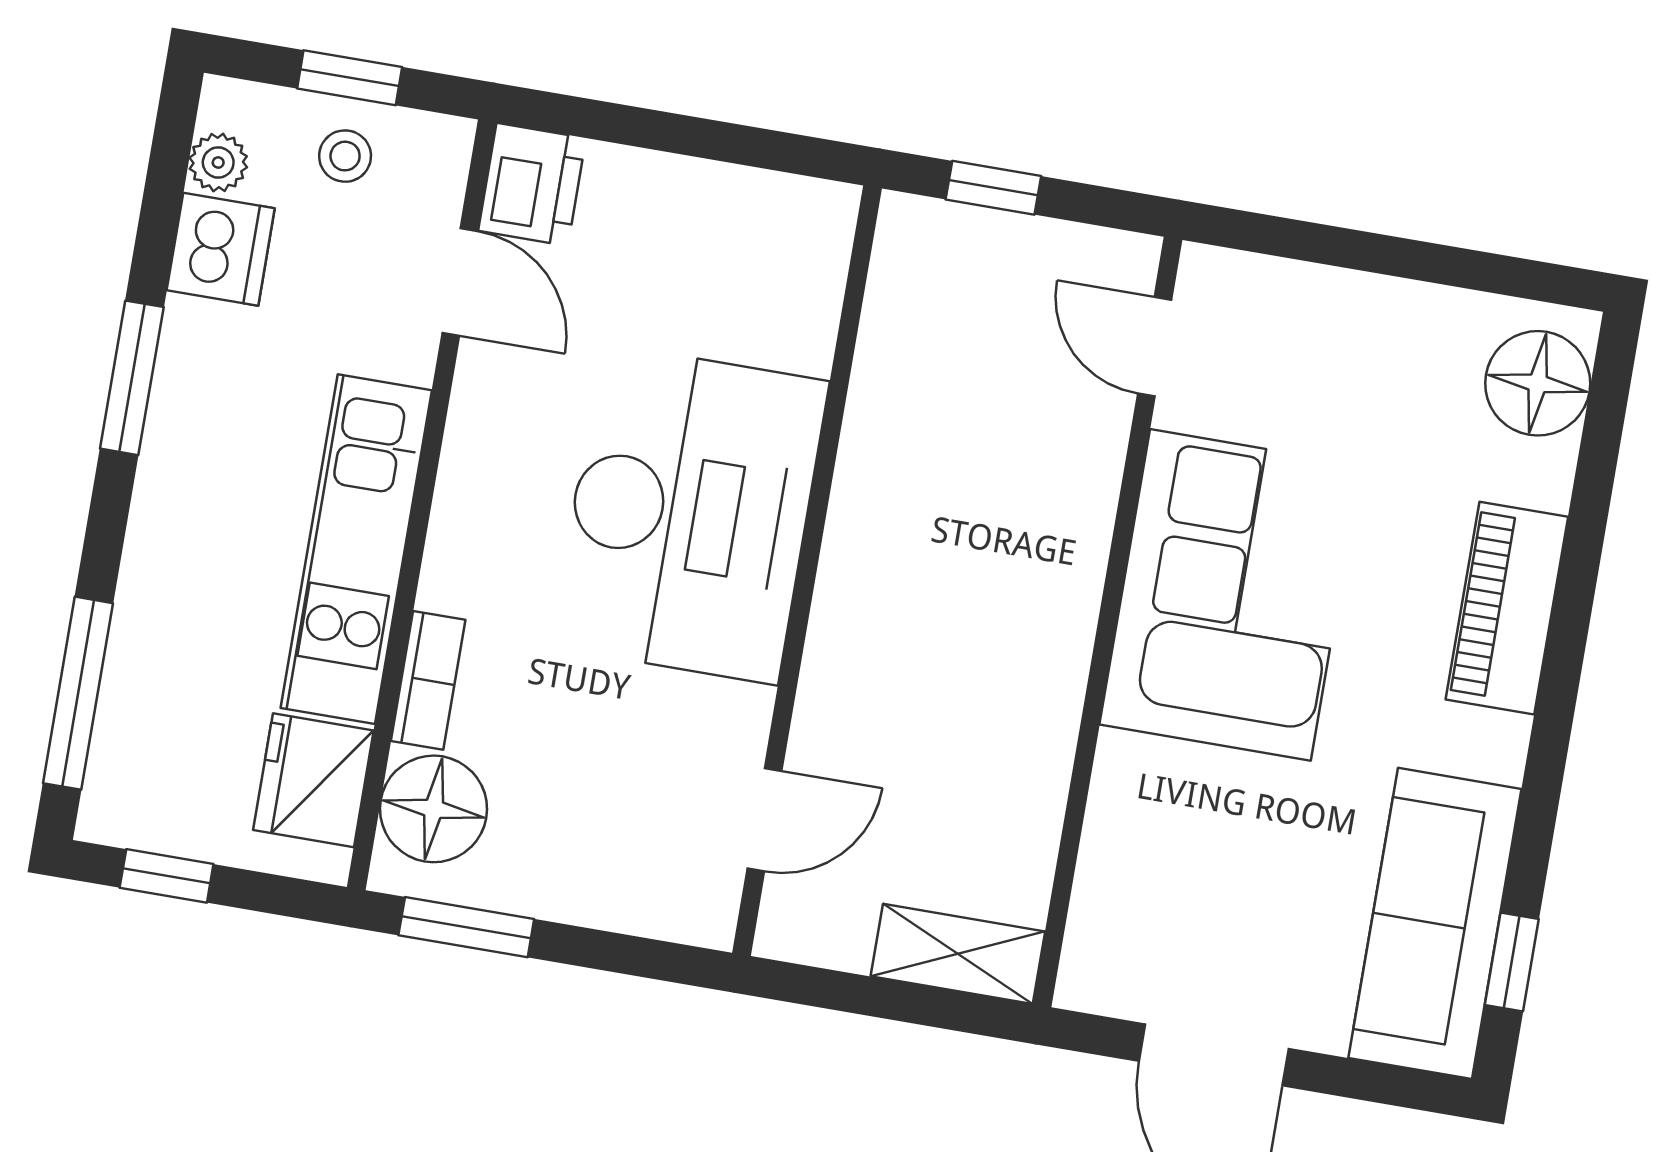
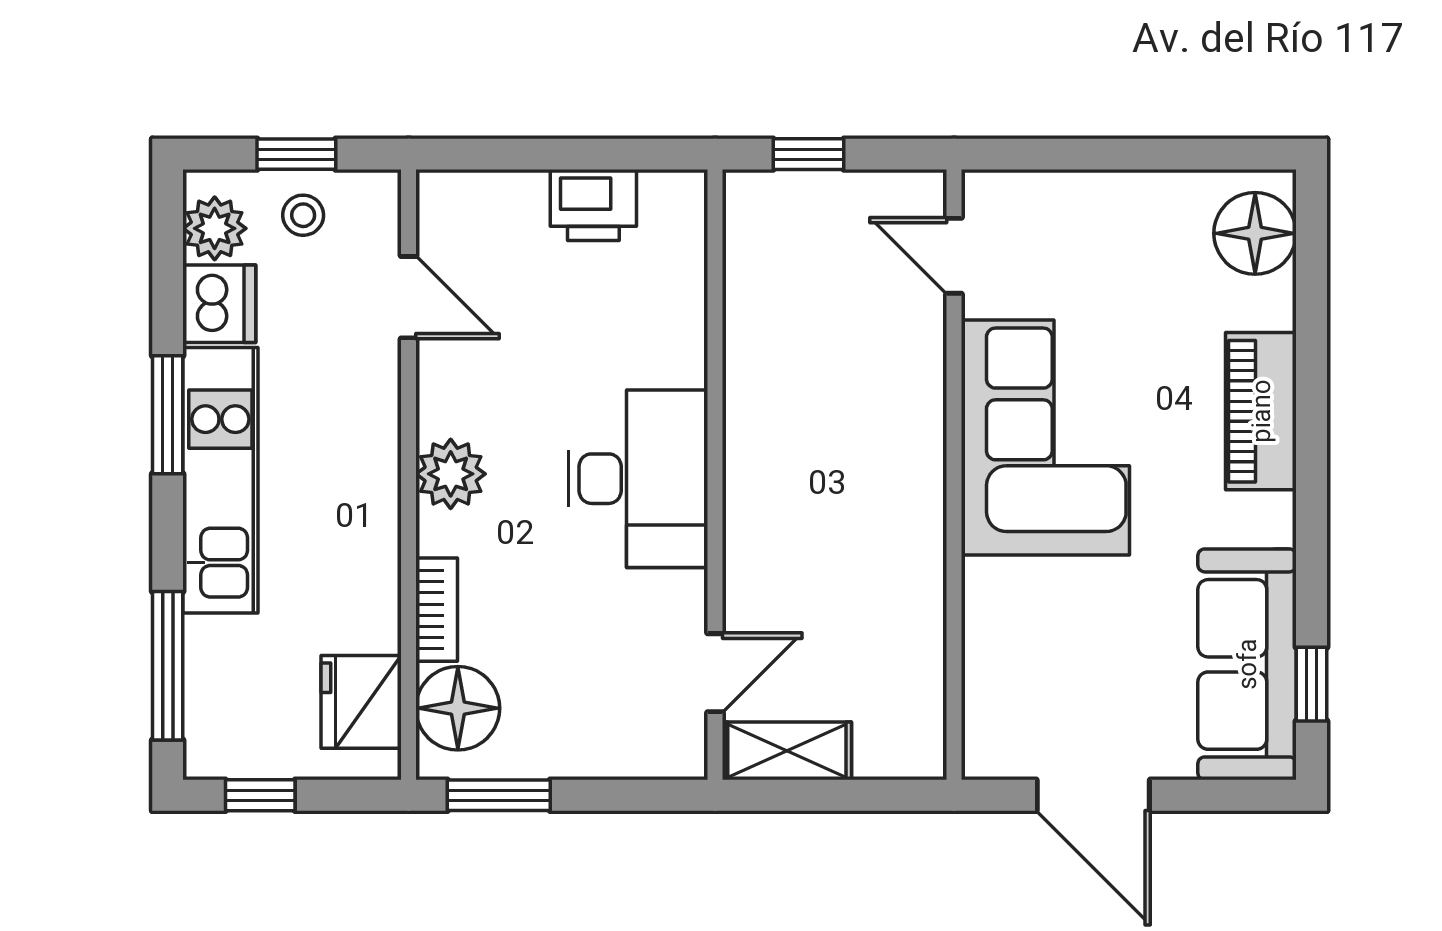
plant: (218, 163) -> (215, 228), width x1.38, depth x1.38
printer: (532, 184) -> (593, 205), moved, turned 90
plant: (475, 513) -> (451, 474), added
desk: (690, 514) -> (638, 479), width x0.73, depth x0.77
kitchen unit: (356, 549) -> (220, 480), moved, turned 180
shelving: (958, 954) -> (787, 751), moved

